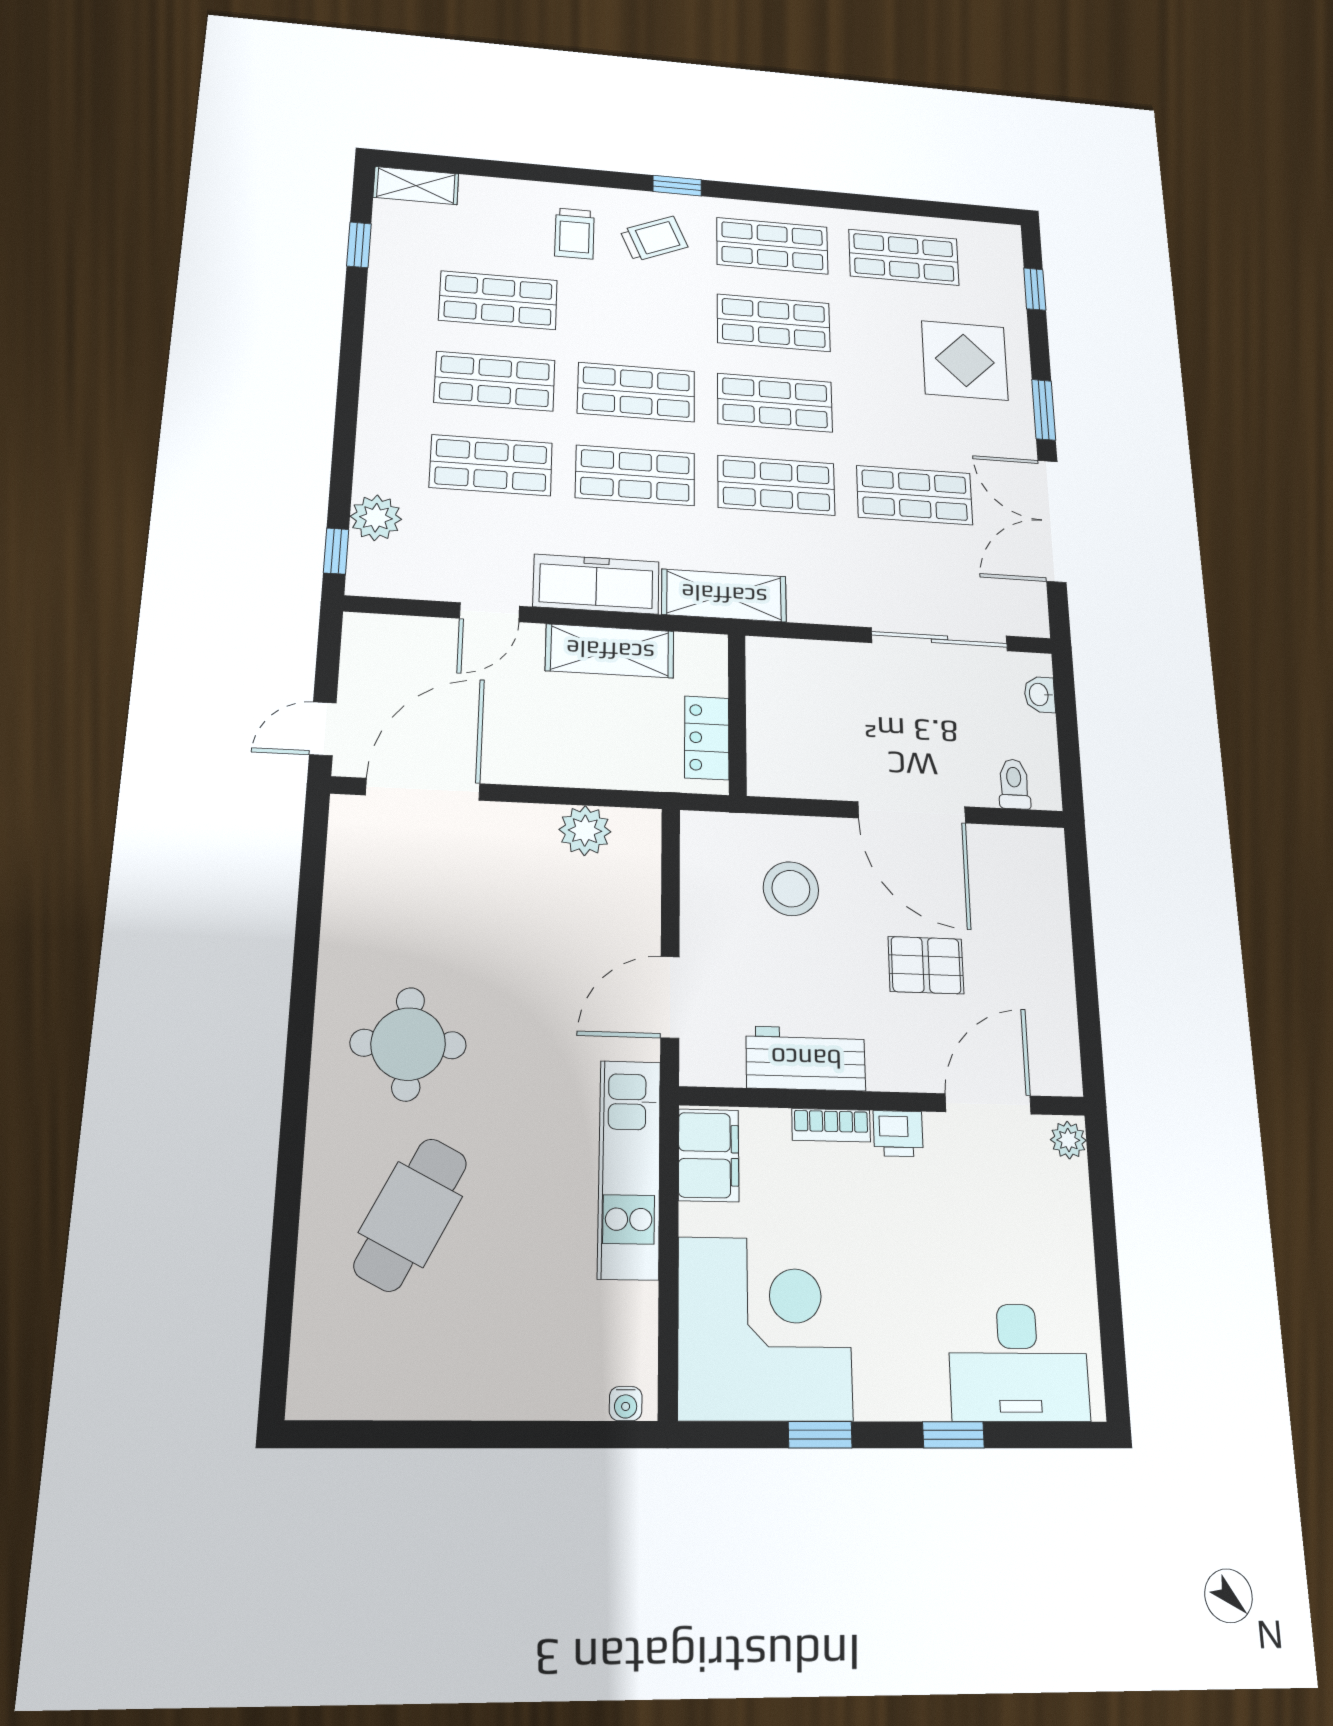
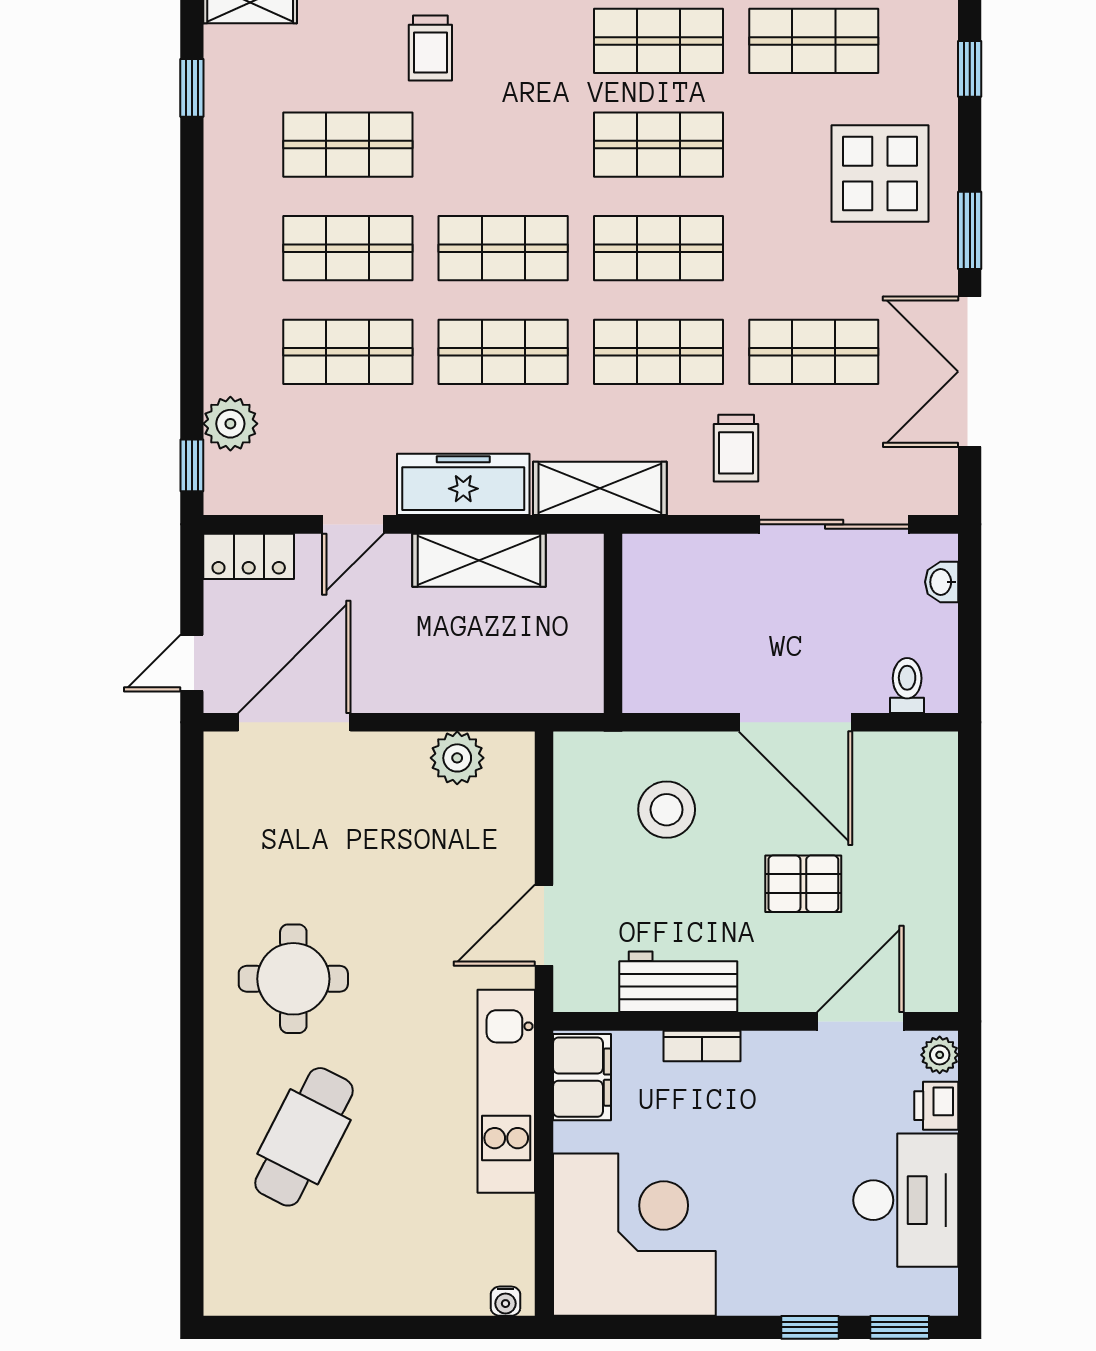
trolley: (654, 239) -> (736, 448), moved, turned 113
locker: (707, 738) -> (249, 556), moved, turned -90
printer: (898, 1134) -> (936, 1106), moved, turned 90
desk: (1018, 1363) -> (906, 1200), moved, turned -90
window: (820, 1435) -> (900, 1327), moved

